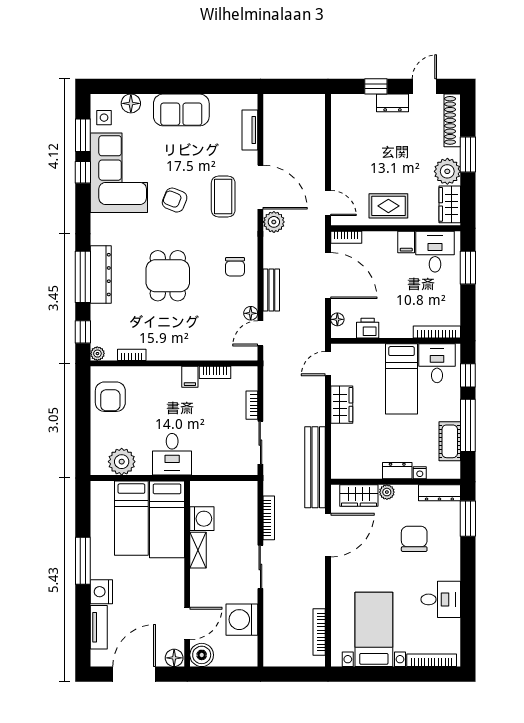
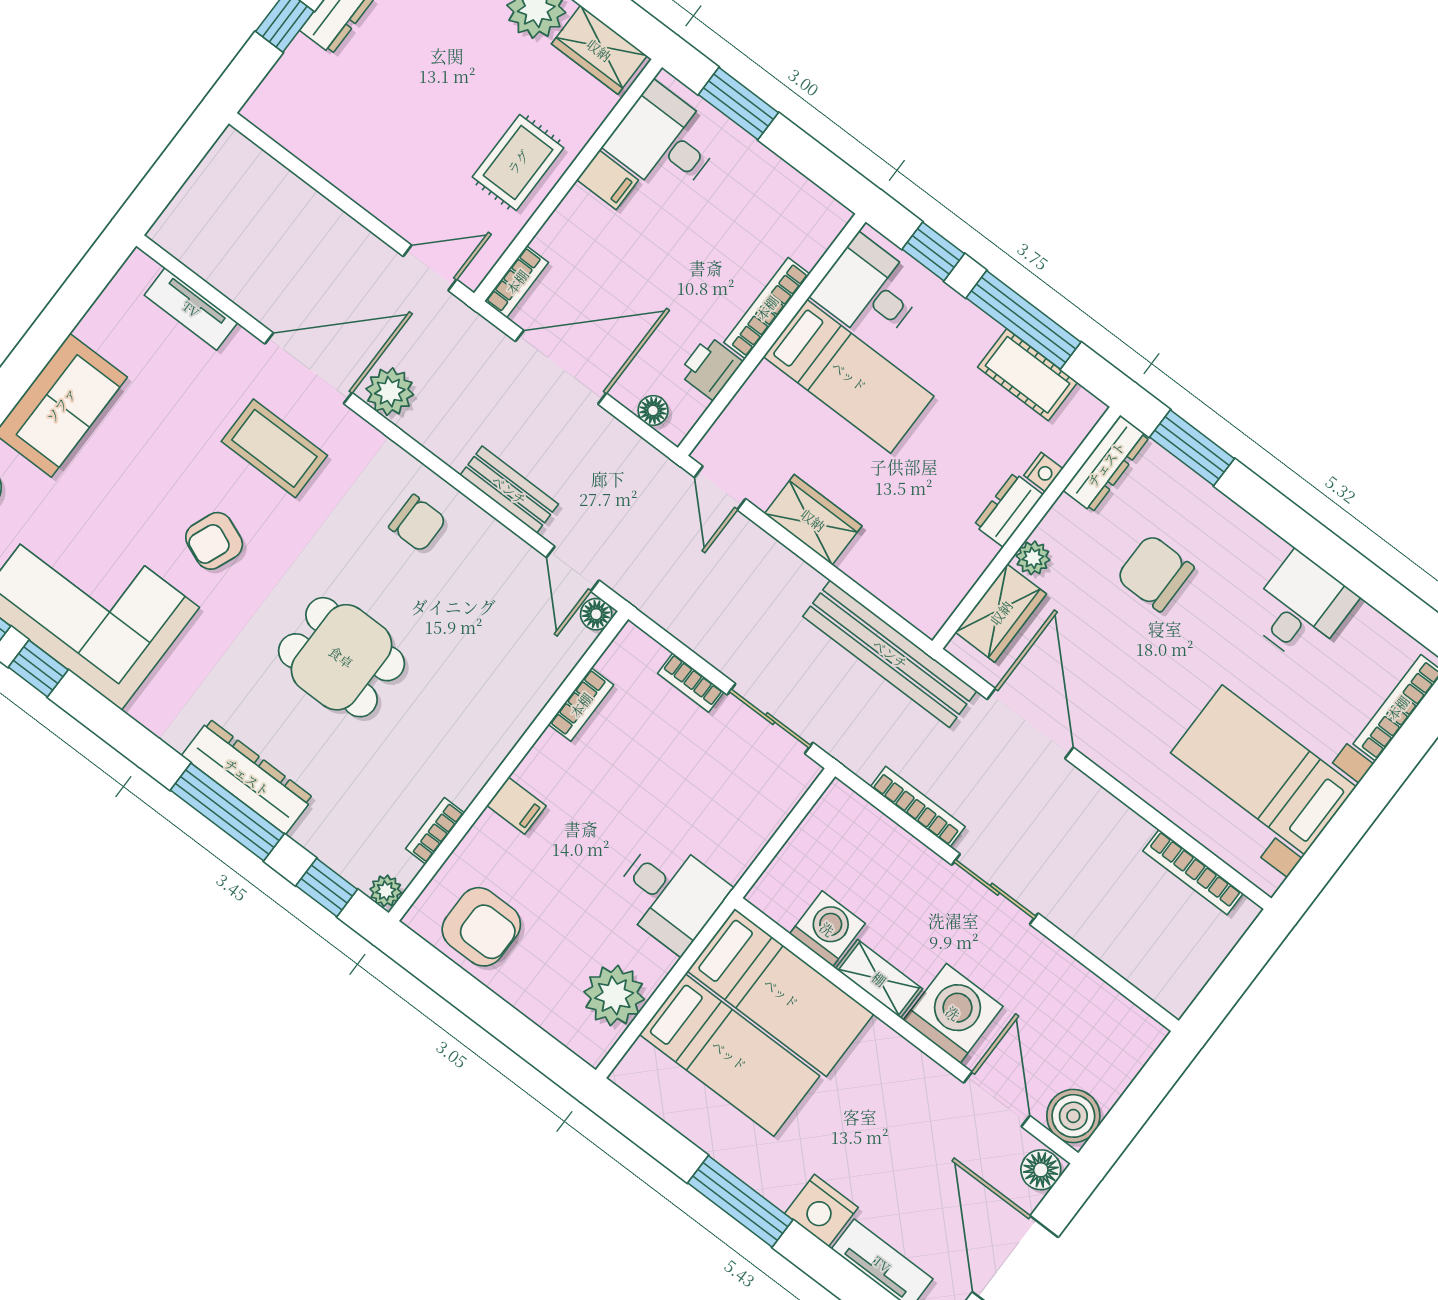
floor lamp: (251, 313) -> (596, 614), moved
bookcase: (437, 332) -> (767, 308), moved
filing cabinet: (190, 377) -> (516, 806), moved
washing machine: (242, 620) -> (953, 1013), moved, turned 180

